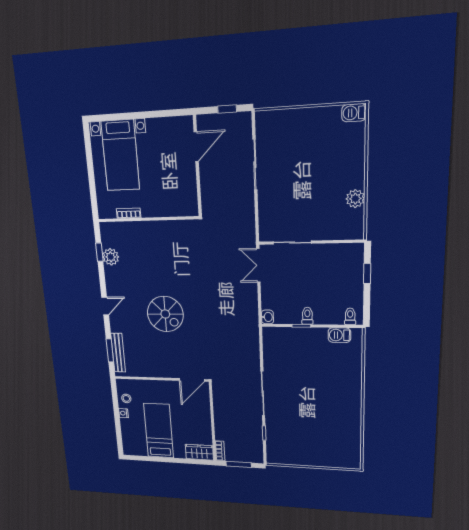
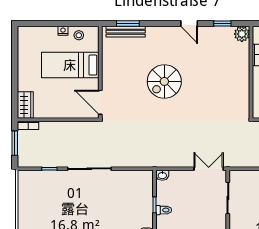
plant: (111, 257) -> (242, 34), moved
door: (105, 306) -> (189, 23), moved
bed: (159, 431) -> (70, 65), moved, turned 180

